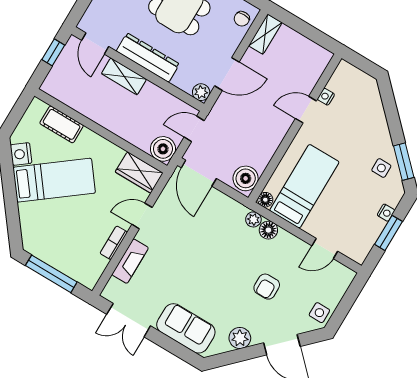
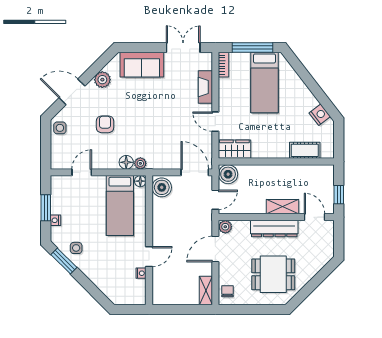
bed: (54, 180) -> (265, 83), moved, turned -52
door: (142, 216) -> (215, 122), swing flipped
bookcase: (114, 243) -> (223, 65), moved

